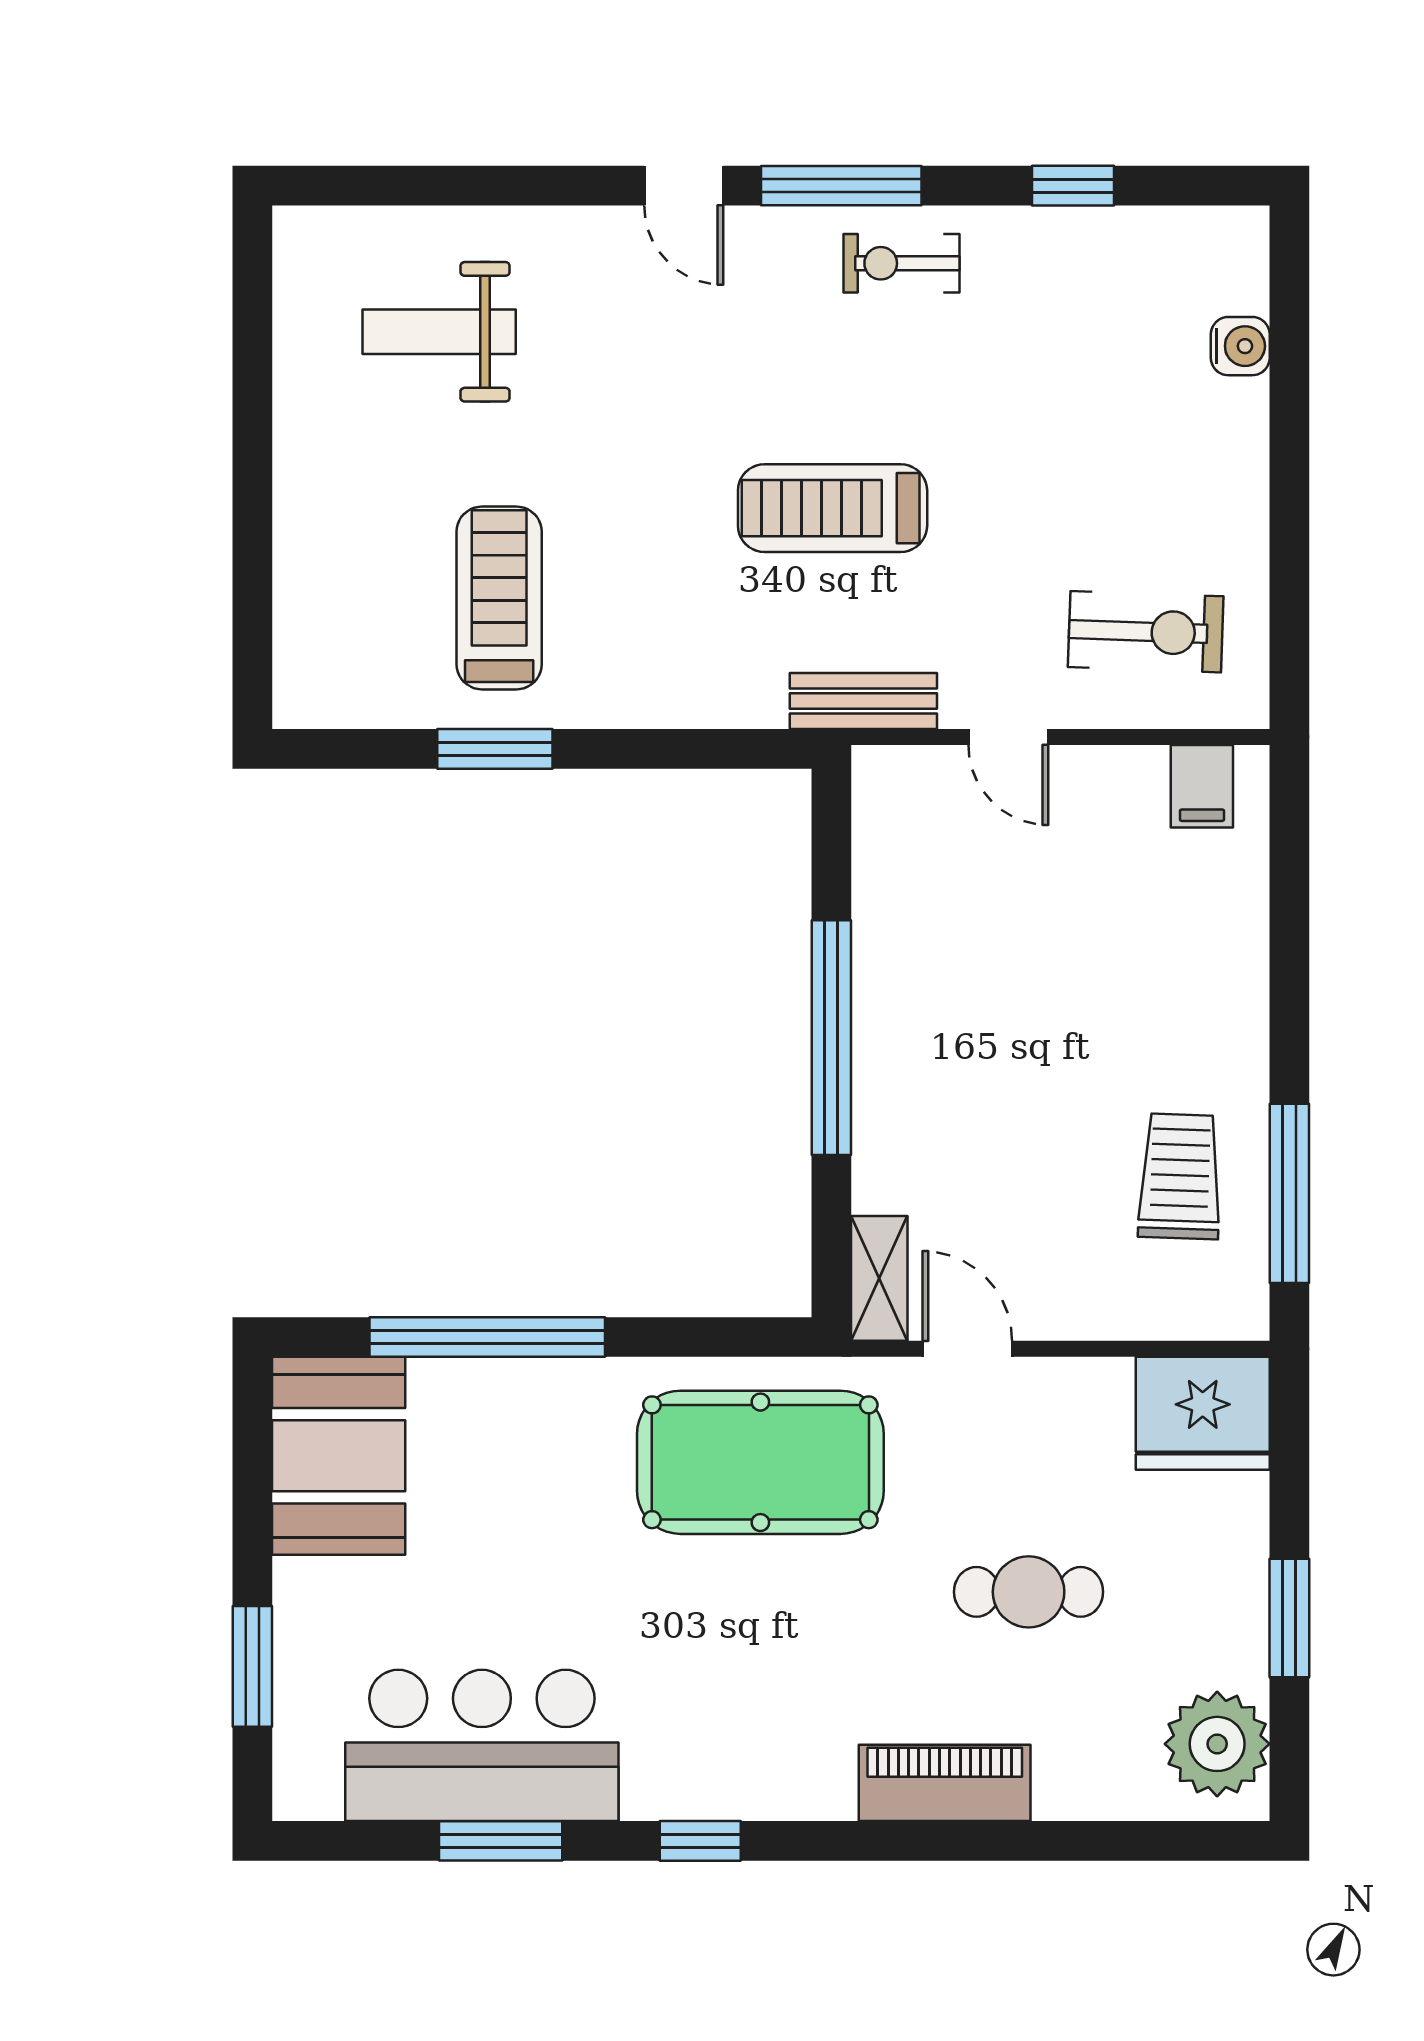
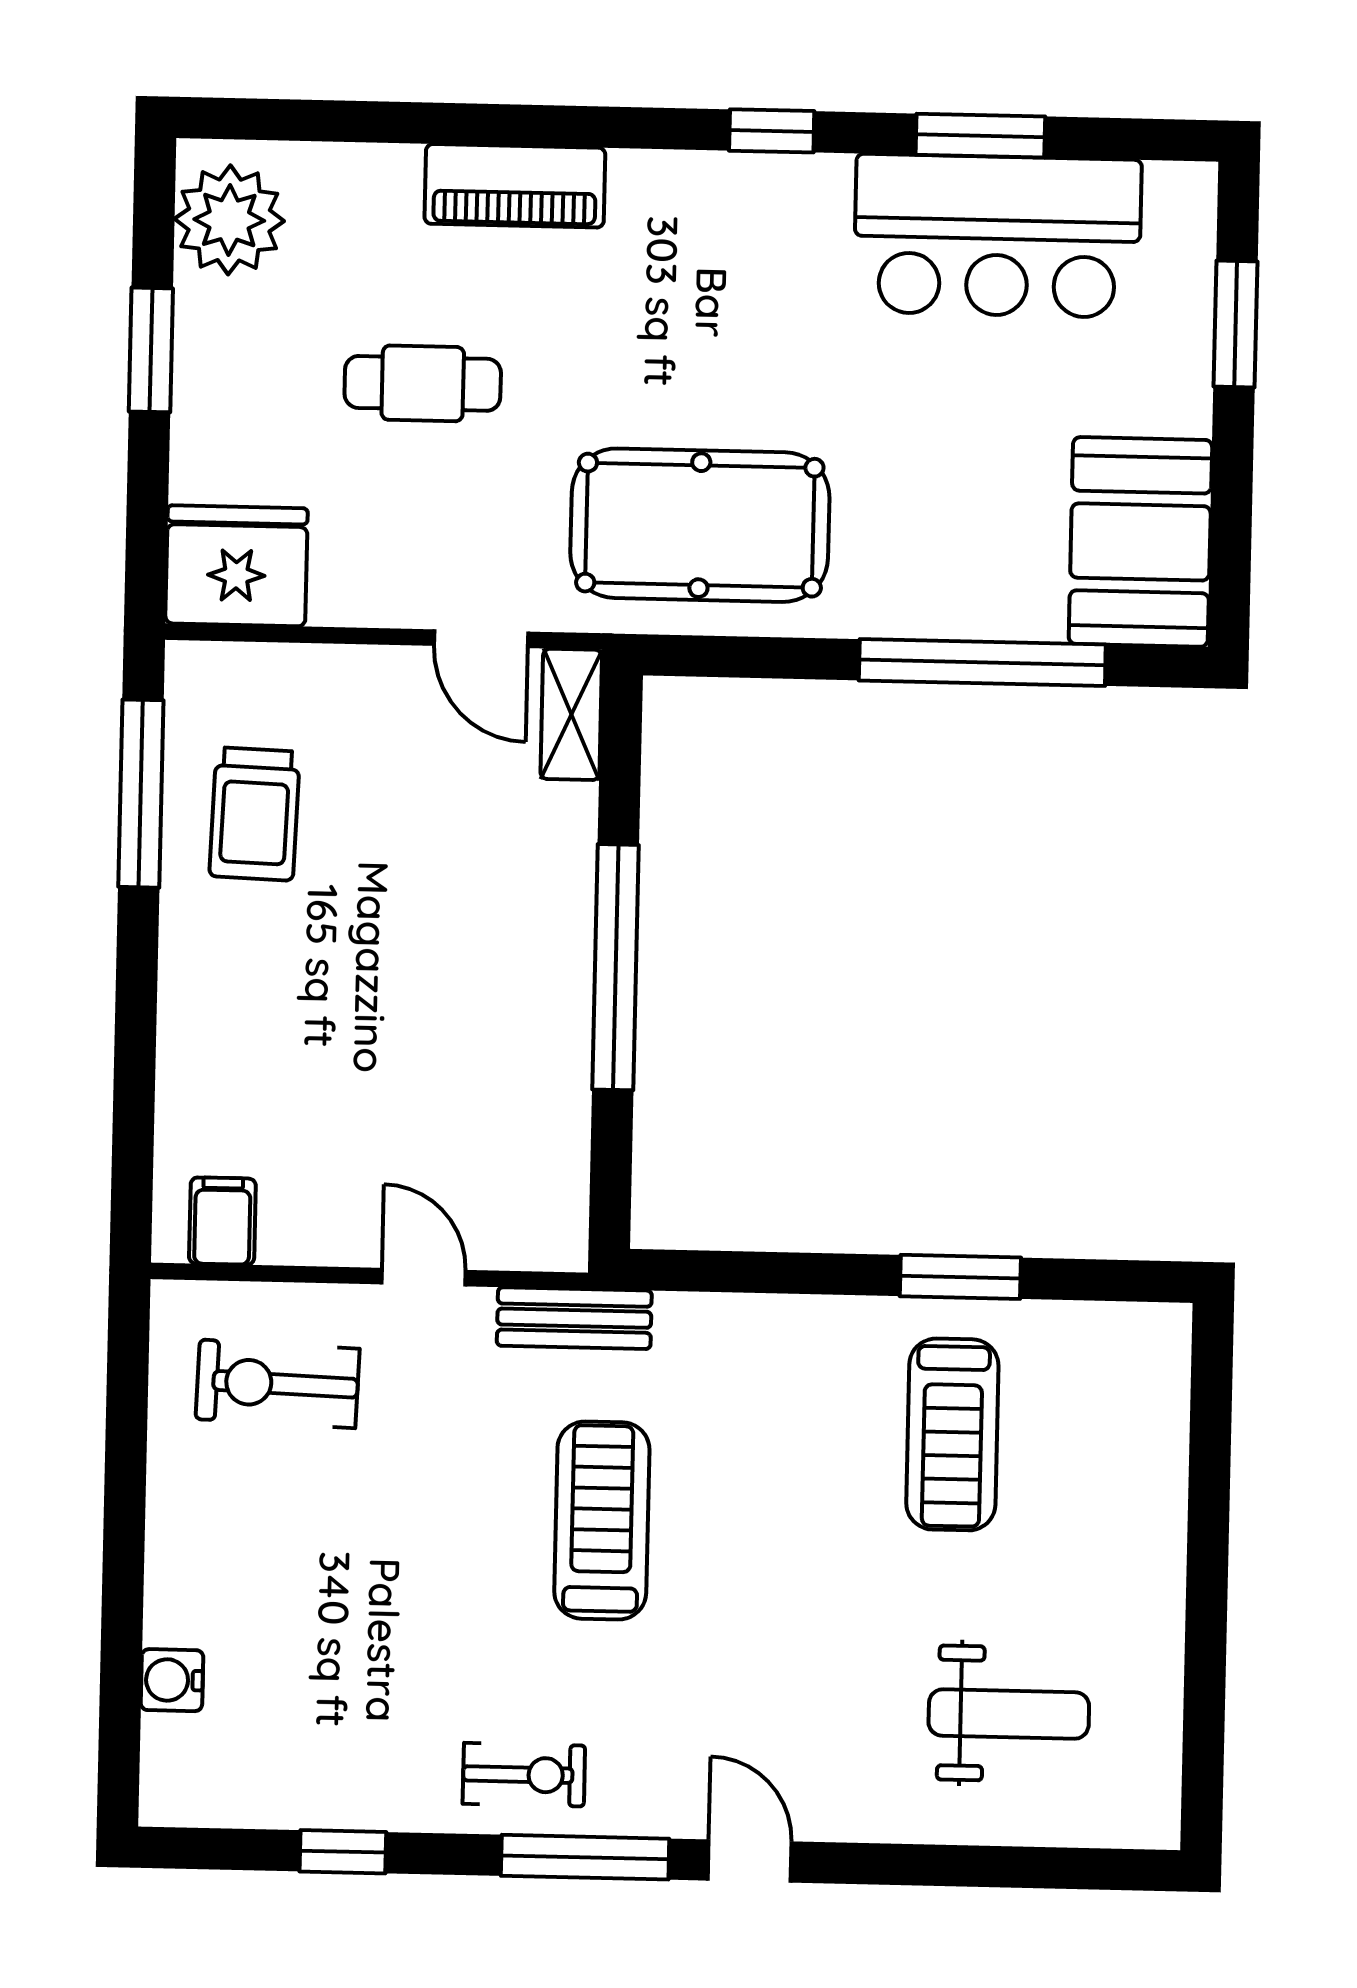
treadmill: (833, 508) -> (602, 1520), turned -90

